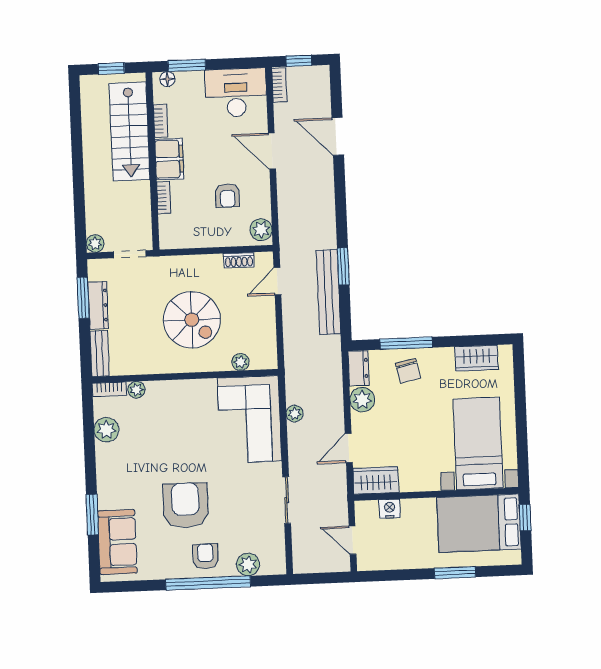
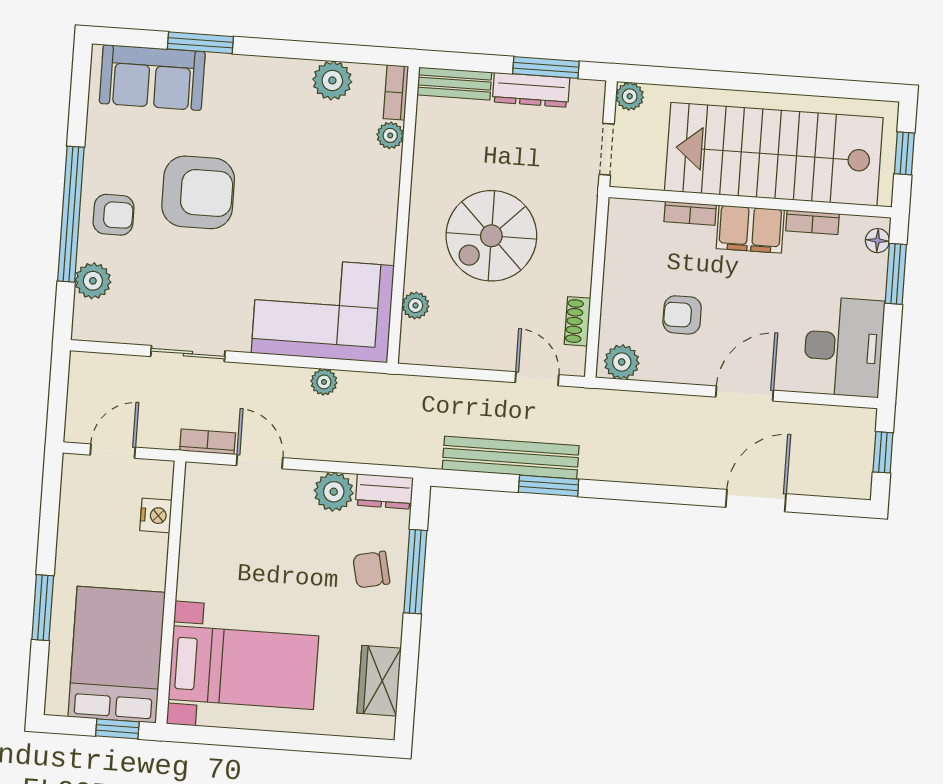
bookcase: (279, 85) -> (208, 442), moved, turned 180
stairs: (130, 132) -> (774, 154), width x1.36, depth x1.51
wardrobe: (376, 480) -> (203, 499), removed

